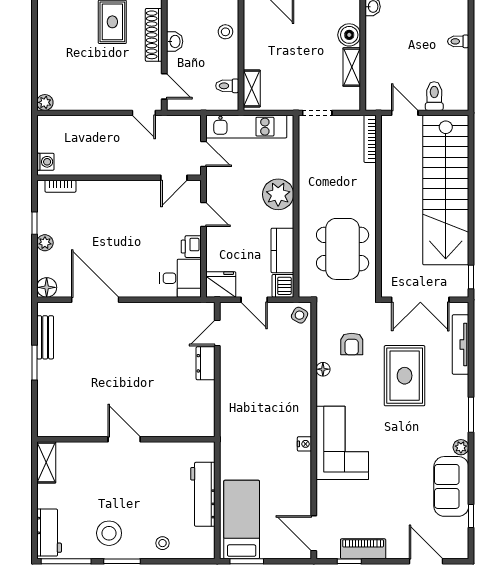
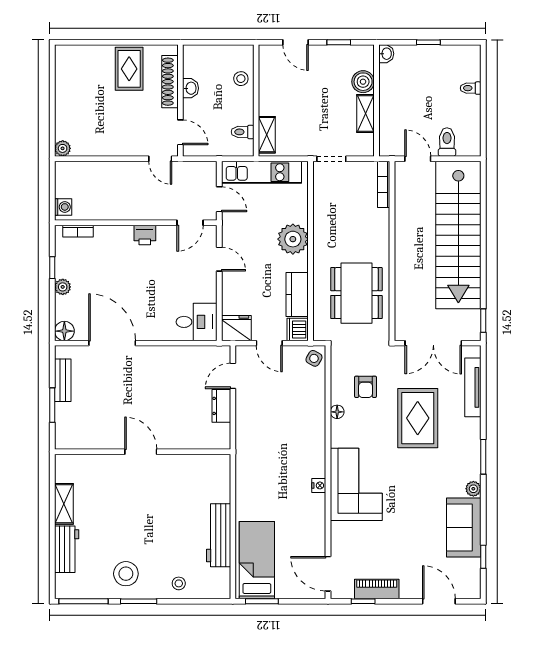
printer: (191, 247) -> (145, 235), moved, turned -90
door: (124, 439) -> (141, 452), moved
wall: (126, 439) -> (143, 452), moved
workbench: (49, 533) -> (67, 549), moved

